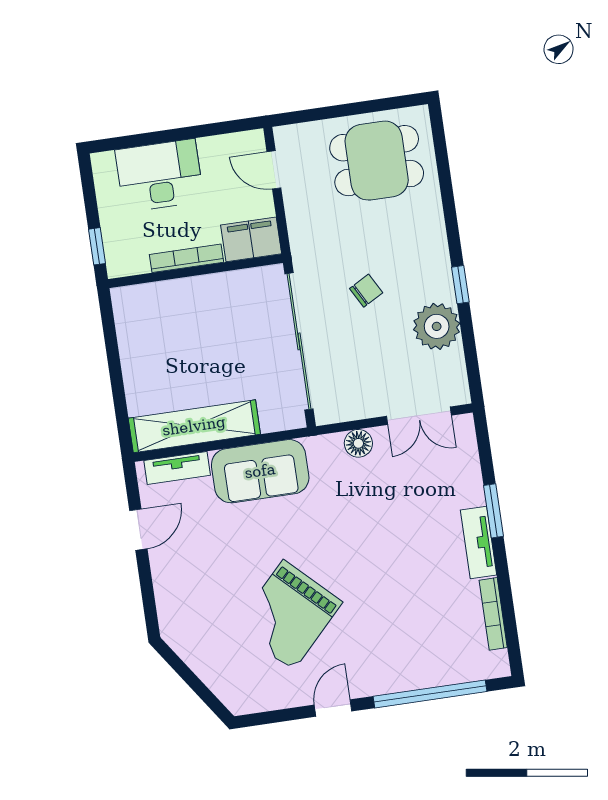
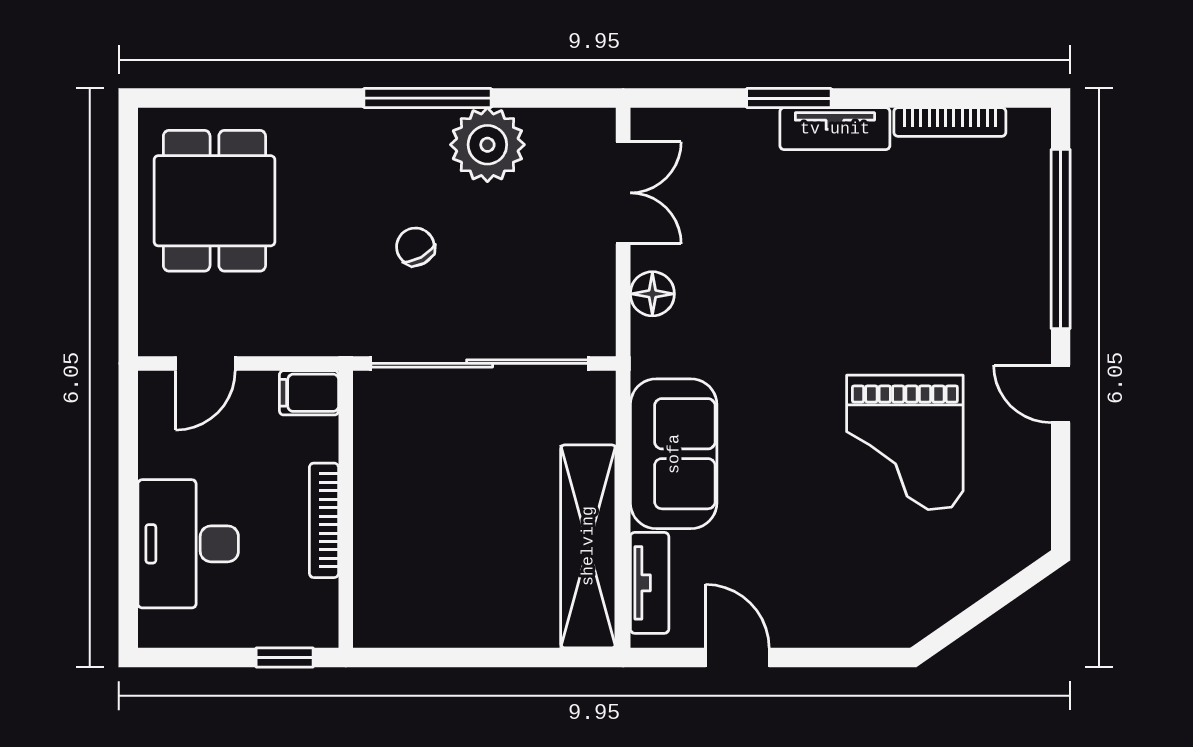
filing cabinet: (251, 239) -> (309, 393), width x0.50
window: (460, 285) -> (427, 98), width x2.17
grand piano: (288, 615) -> (905, 442), turned 46

